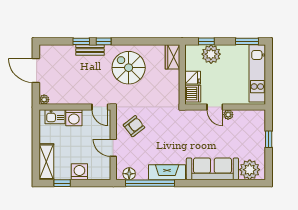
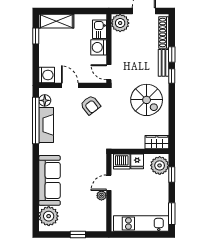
shoe rack: (58, 50) -> (164, 33), added
plant: (211, 54) -> (160, 165), moved
spiral stairs: (129, 68) -> (147, 100), turned 90
plant: (44, 100) -> (120, 23), width x1.88, depth x1.88
door: (100, 107) -> (109, 72), hinge flipped
door: (113, 148) -> (70, 85), hinge flipped
washing machine: (79, 172) -> (47, 75), moved
fireplace: (167, 172) -> (46, 125), moved

